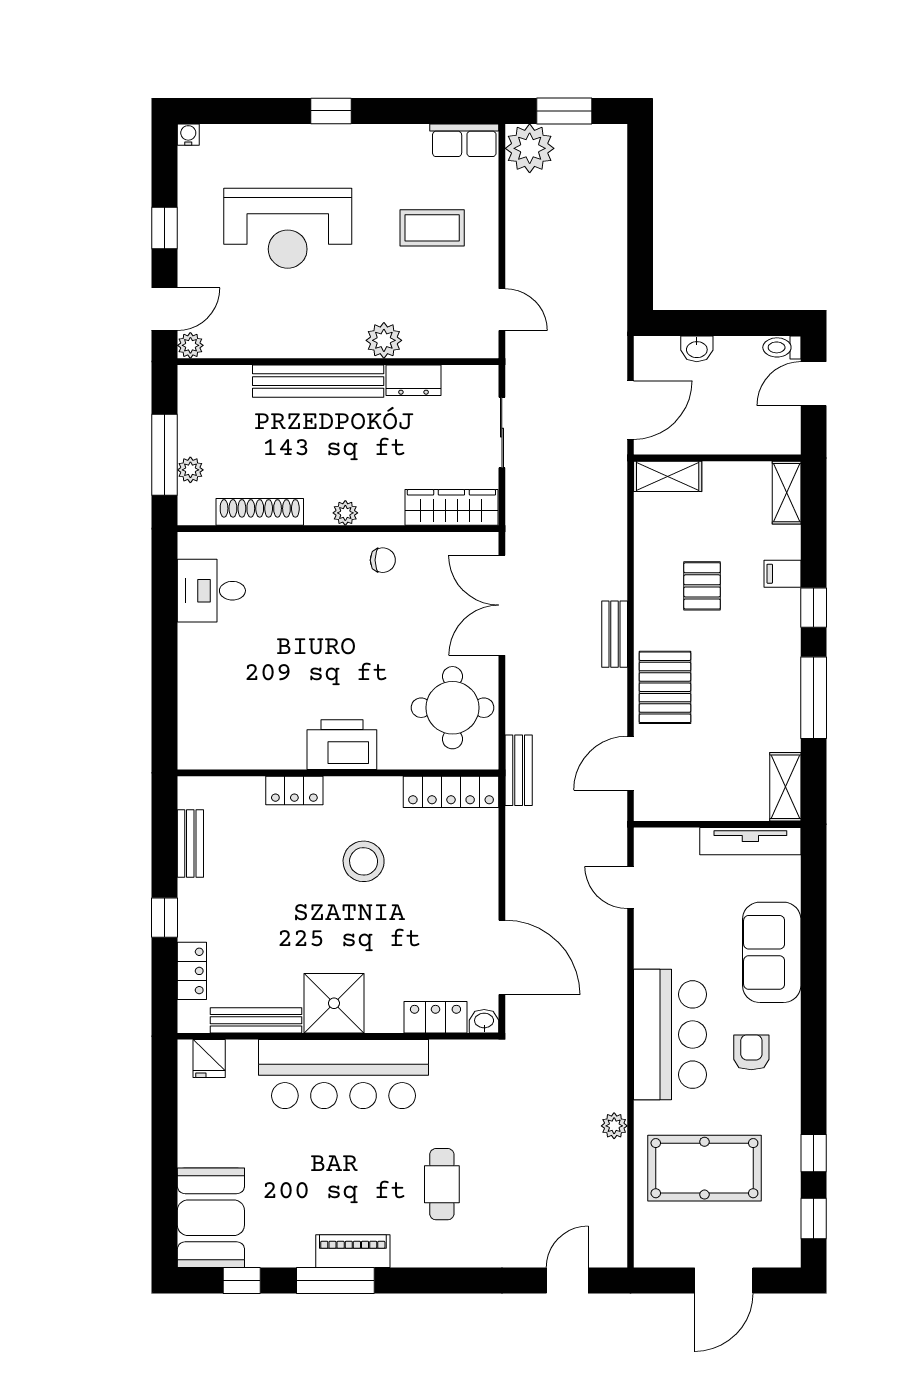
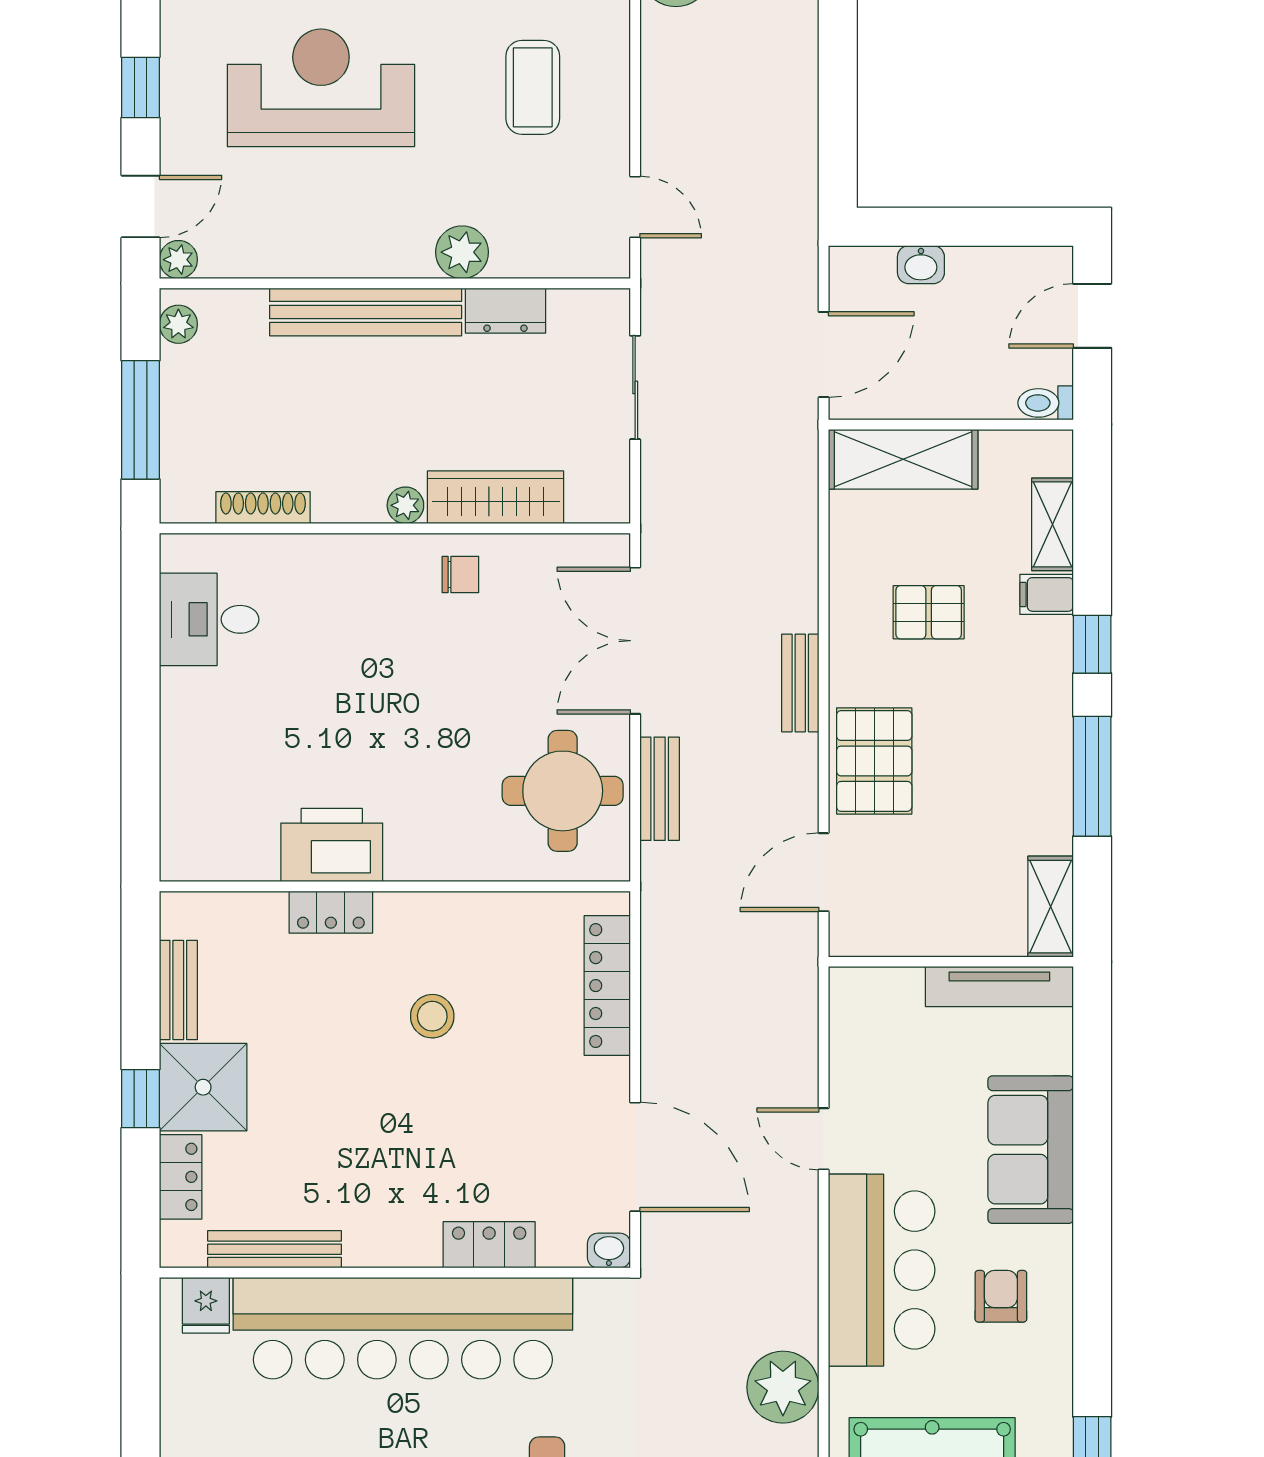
reception desk: (288, 228) -> (321, 88), turned 180
coffee table: (432, 228) -> (533, 87), turned 90
toilet: (782, 347) -> (1046, 403), moved
plant: (190, 470) -> (178, 324), moved
shelving: (668, 476) -> (903, 459), width x1.50, depth x1.33
shelving: (787, 493) -> (1052, 524), moved
wardrobe: (451, 507) -> (496, 497), moved
shoe rack: (260, 512) -> (263, 508), width x0.74, depth x0.81
pallet: (702, 586) -> (929, 612), turned 90
printer: (342, 745) -> (332, 845), moved
bench: (519, 770) -> (660, 789), moved
locker: (451, 792) -> (607, 986), moved, turned 90
stool: (364, 861) -> (432, 1016), width x0.73, depth x0.73
door: (630, 888) -> (824, 1139), moved
shower: (334, 1003) -> (203, 1087), moved
locker: (435, 1017) -> (489, 1245), moved
bar counter: (344, 1074) -> (403, 1328), width x1.36
plant: (614, 1126) -> (783, 1387), width x1.88, depth x1.88

